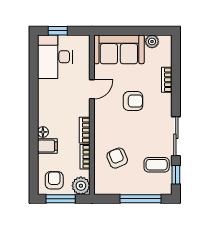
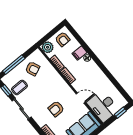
desk: (55, 57) -> (103, 106), moved, turned 180
door: (92, 89) -> (81, 98), swing flipped
armchair: (117, 158) -> (33, 69), moved
window: (61, 199) -> (52, 33), removed

